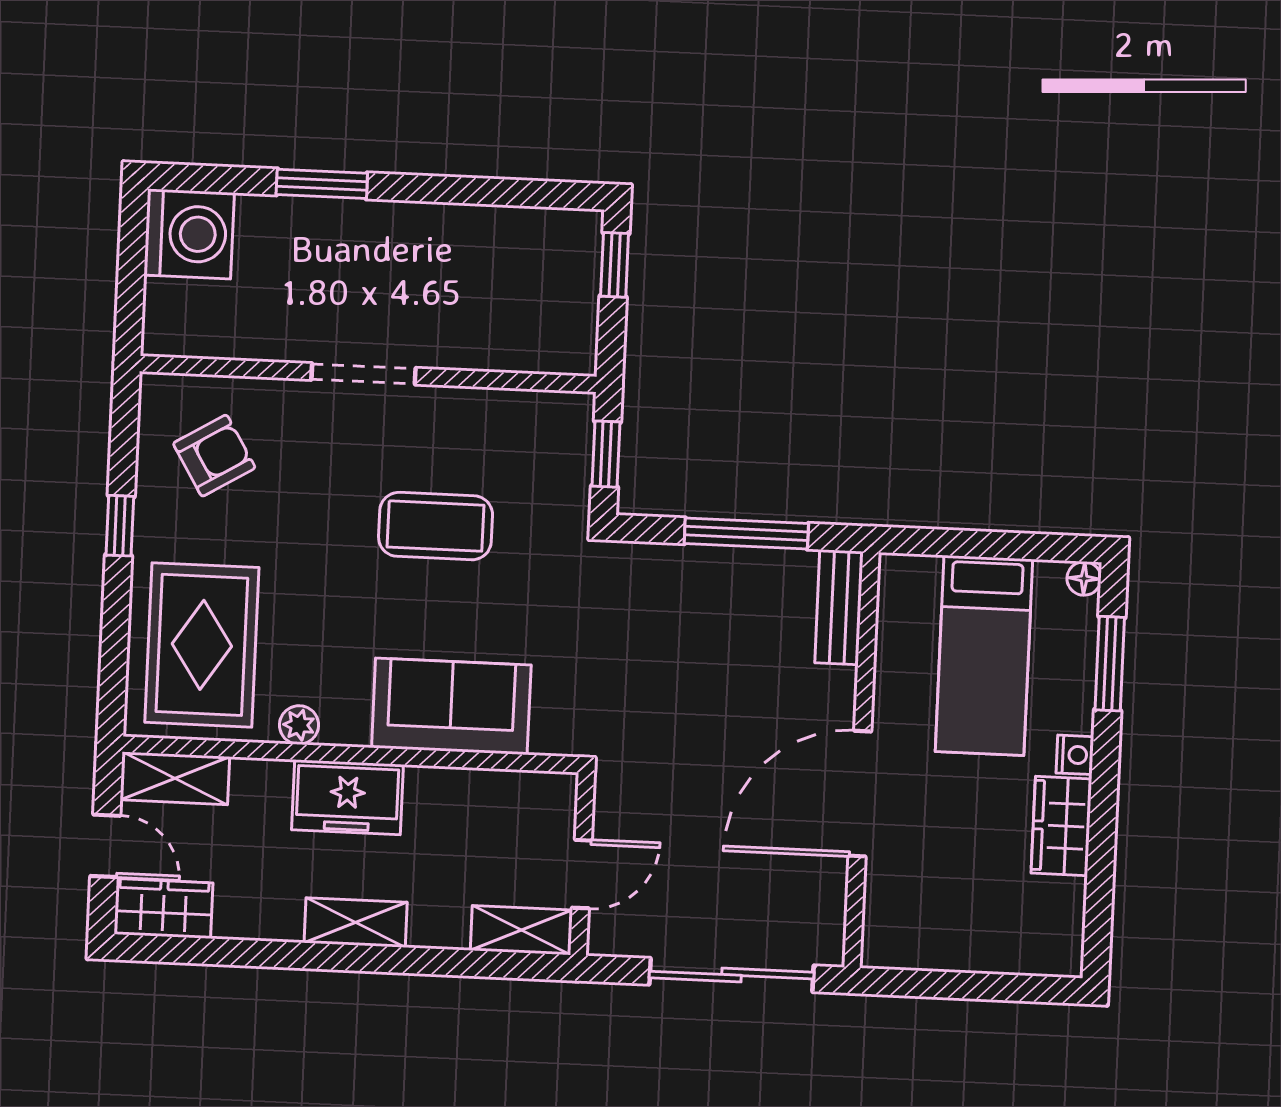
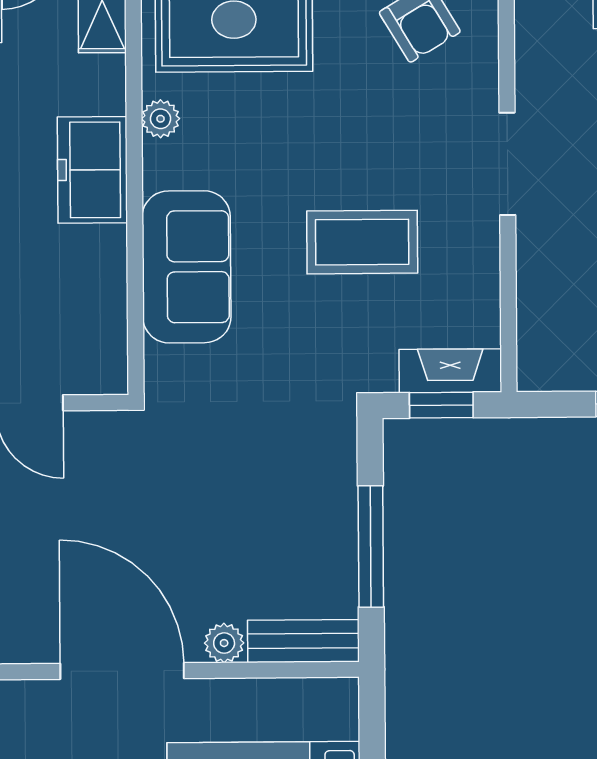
fireplace: (571, 443) -> (450, 371), added
coffee table: (436, 526) -> (362, 242), turned 90
plant: (837, 688) -> (224, 643), added

